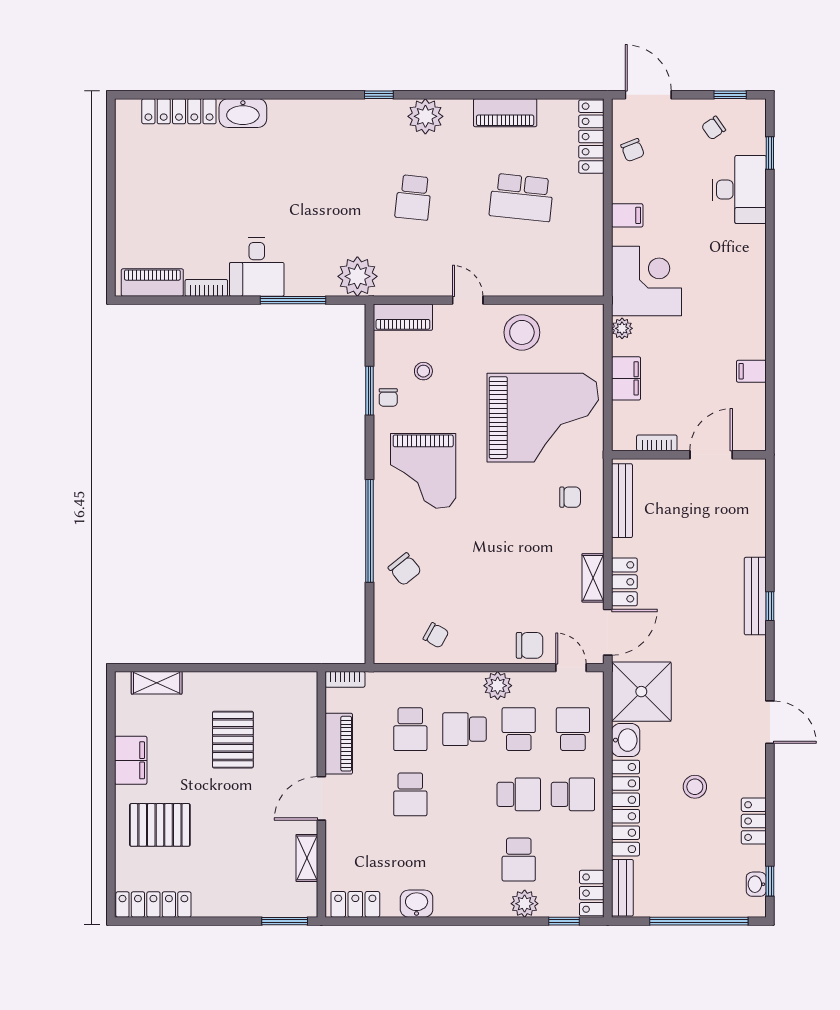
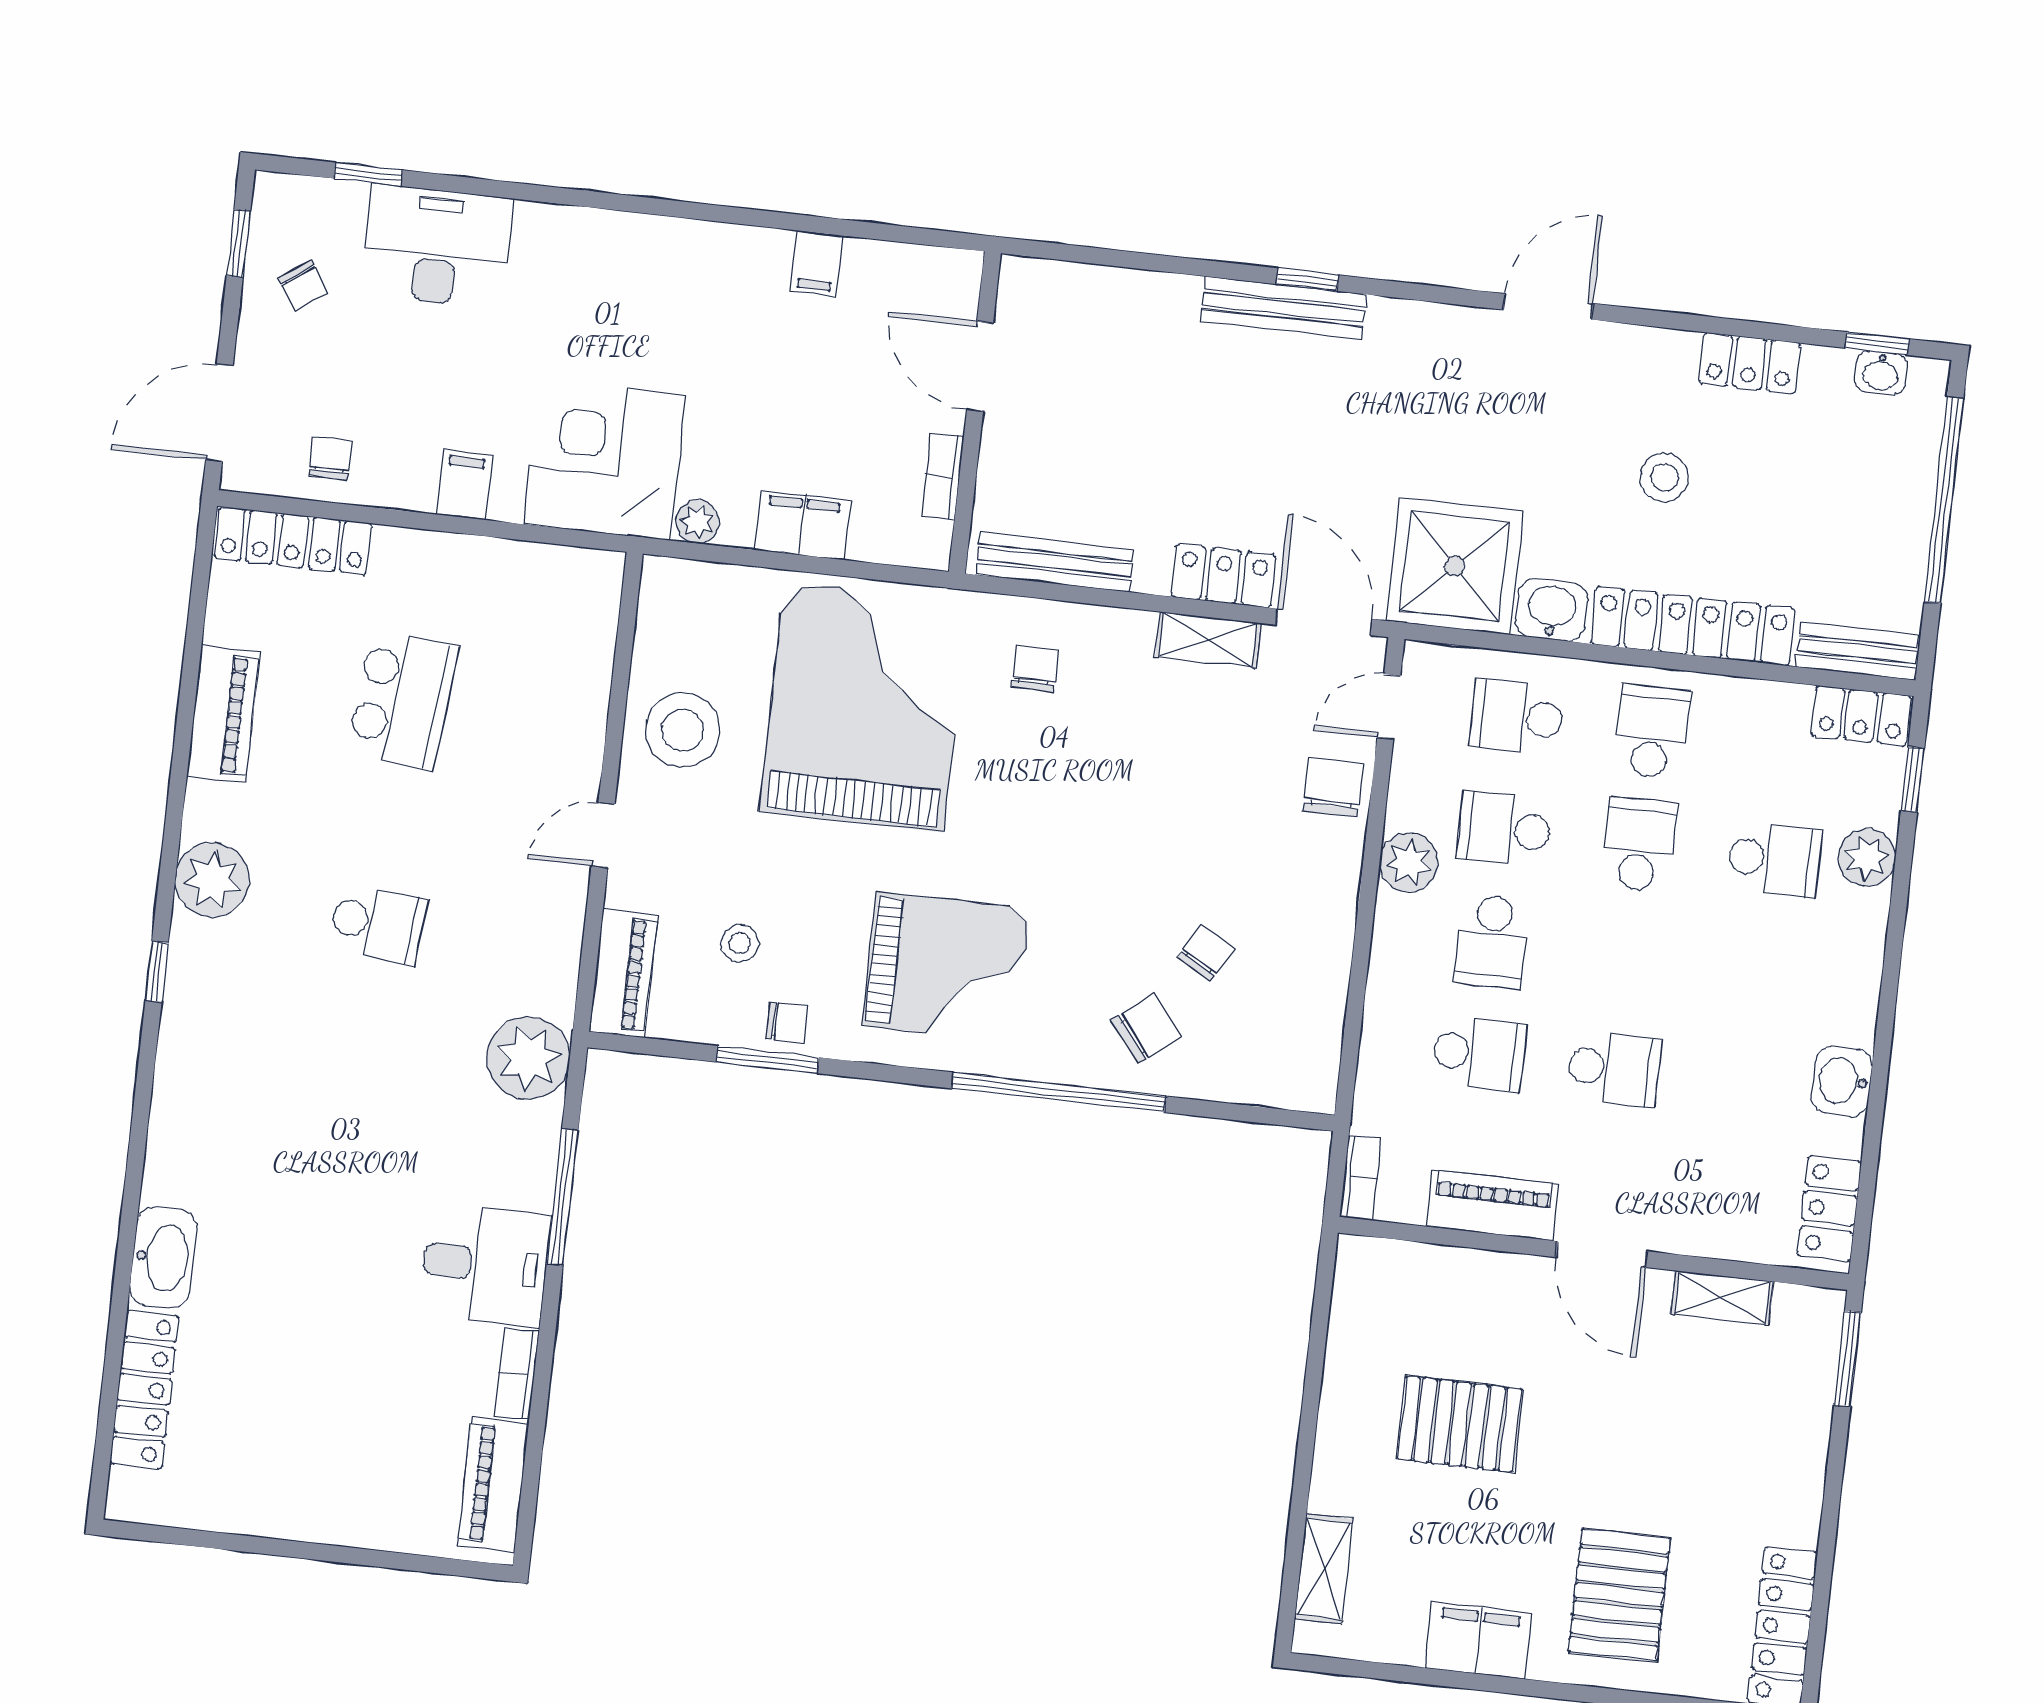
chair: (633, 150) -> (330, 458), turned -69
chair: (436, 635) -> (1206, 953), moved

